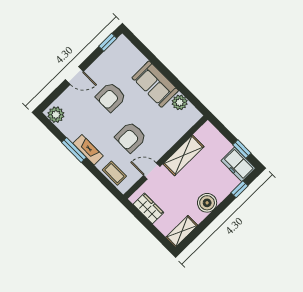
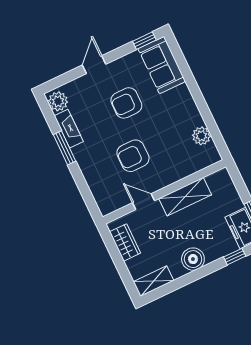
door: (74, 75) -> (94, 65), swing flipped
sofa: (155, 84) -> (162, 65), moved
fireplace: (88, 150) -> (69, 129), moved
coffee table: (114, 173) -> (101, 190), removed

